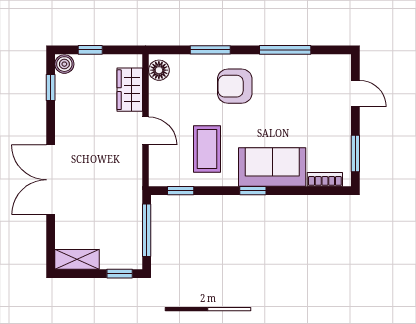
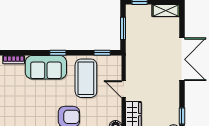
coffee table: (207, 149) -> (86, 78), width x1.36, depth x1.32
window: (147, 230) -> (123, 28), width x0.69

